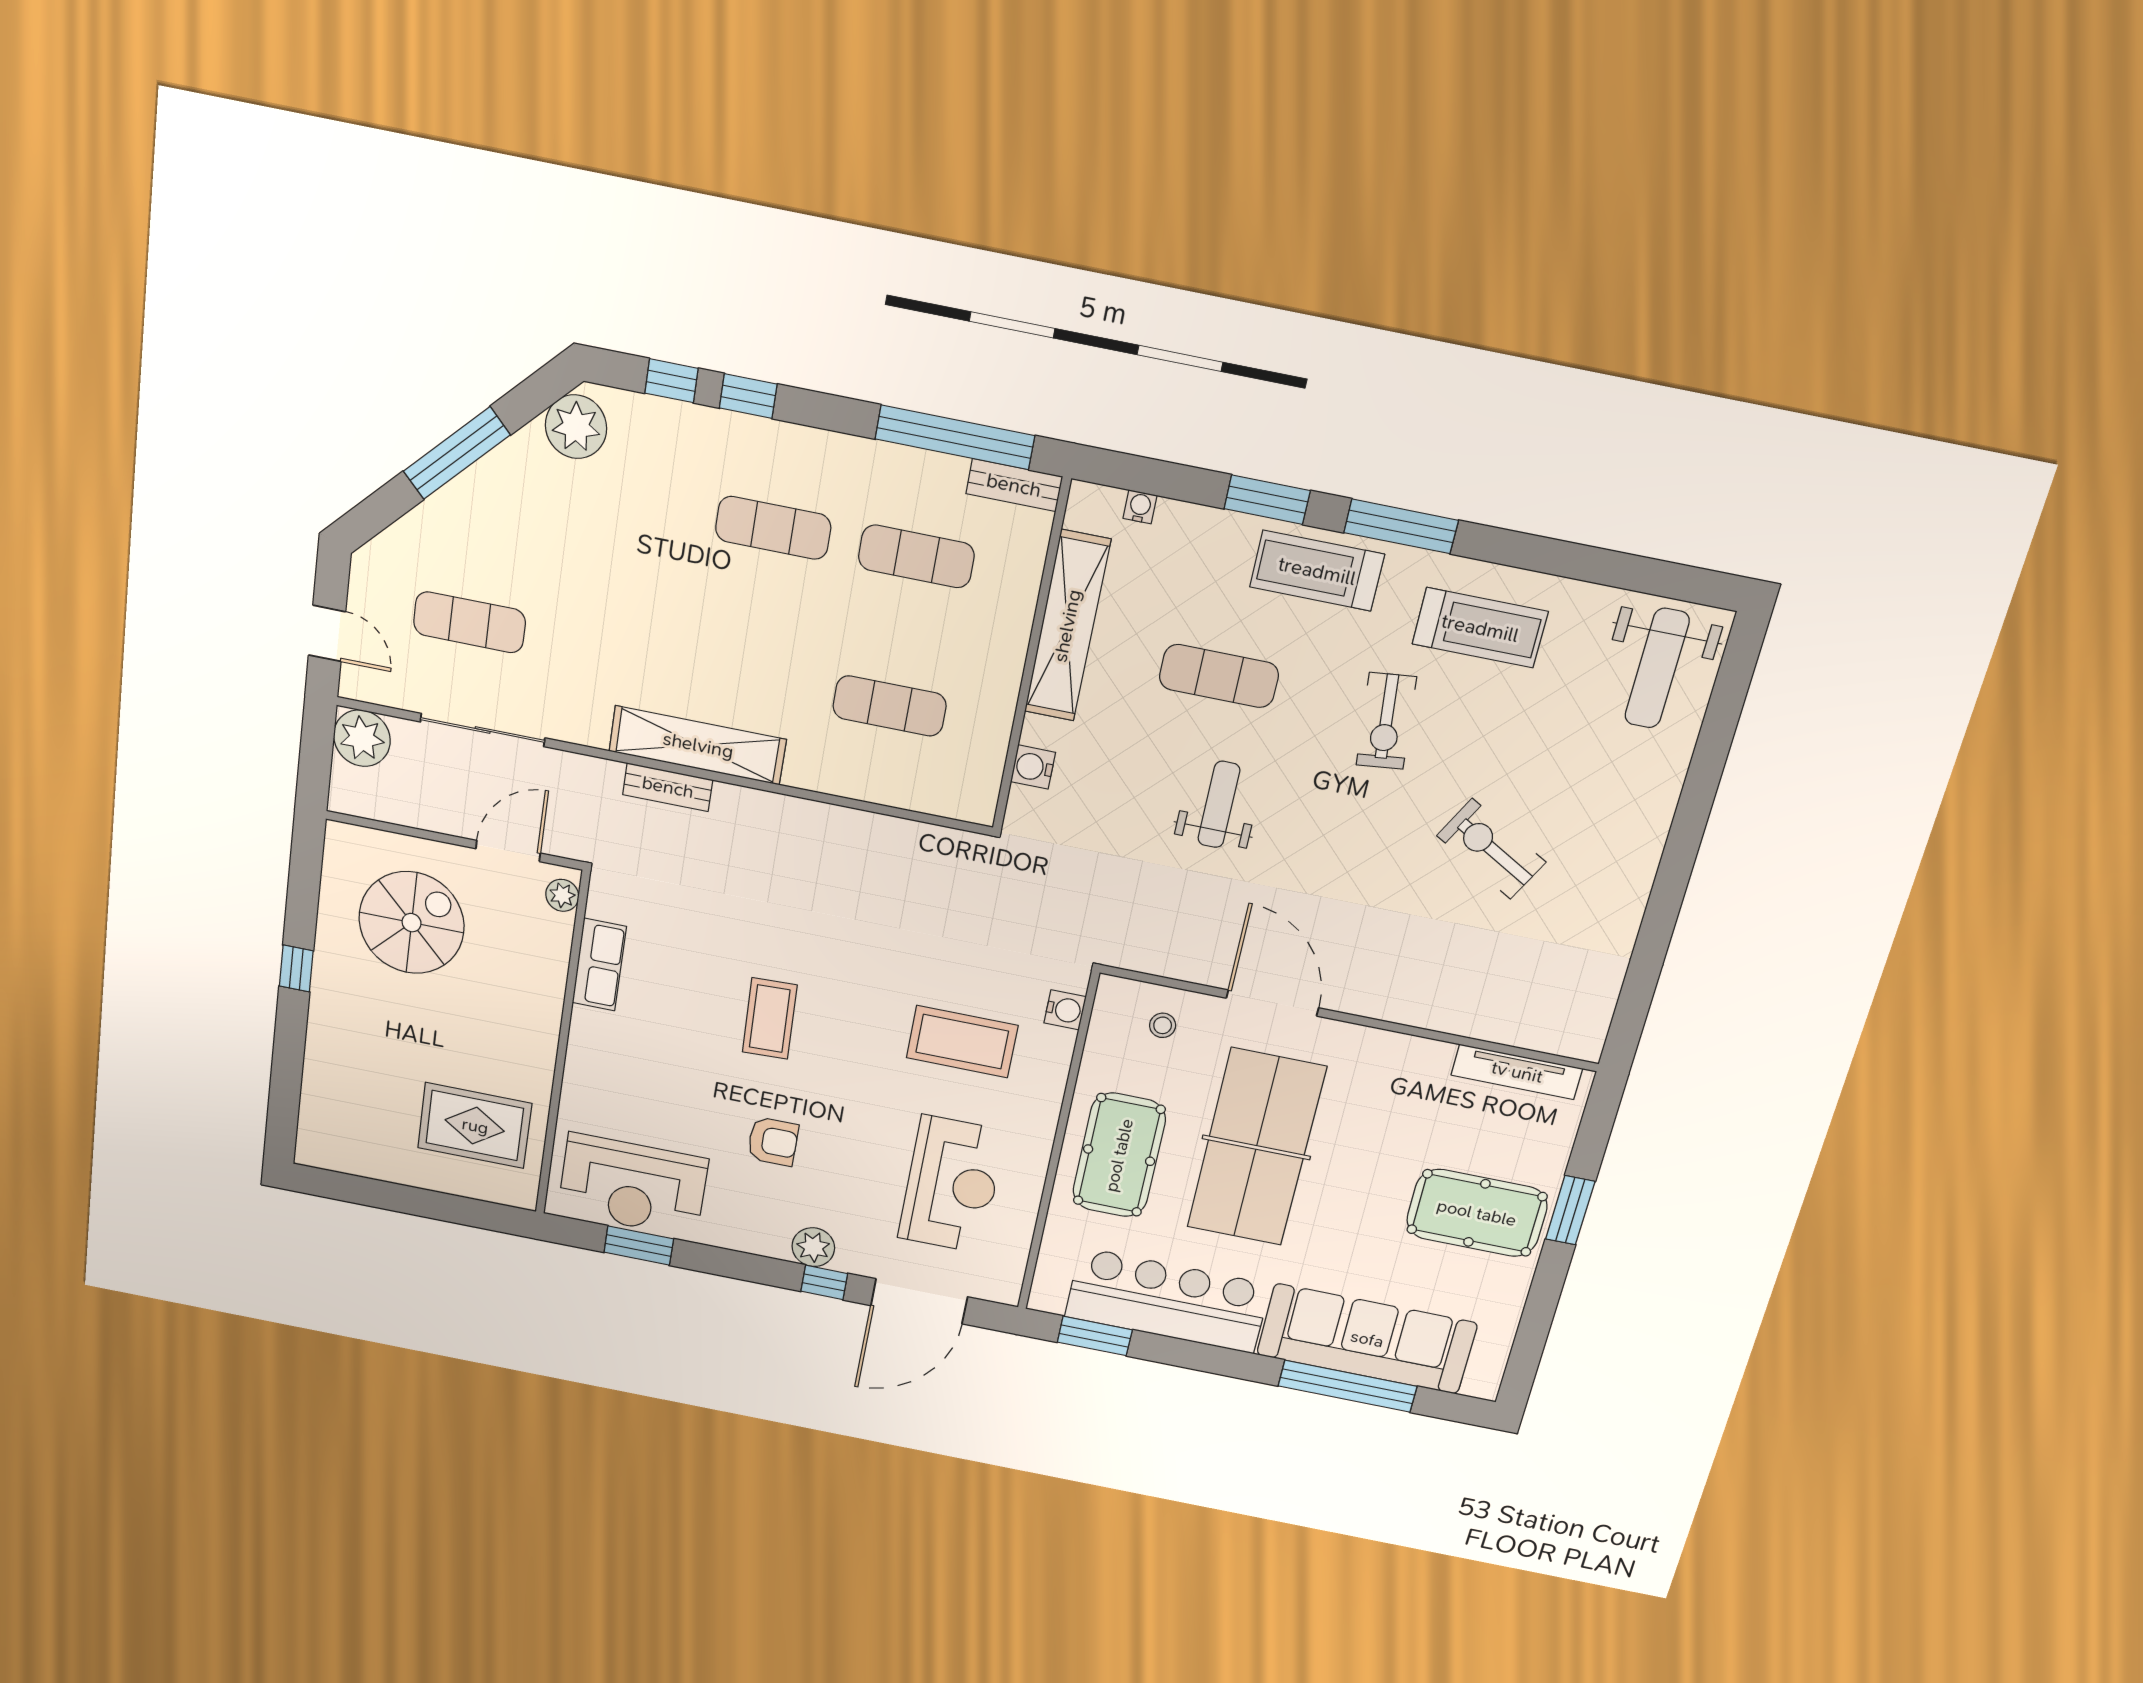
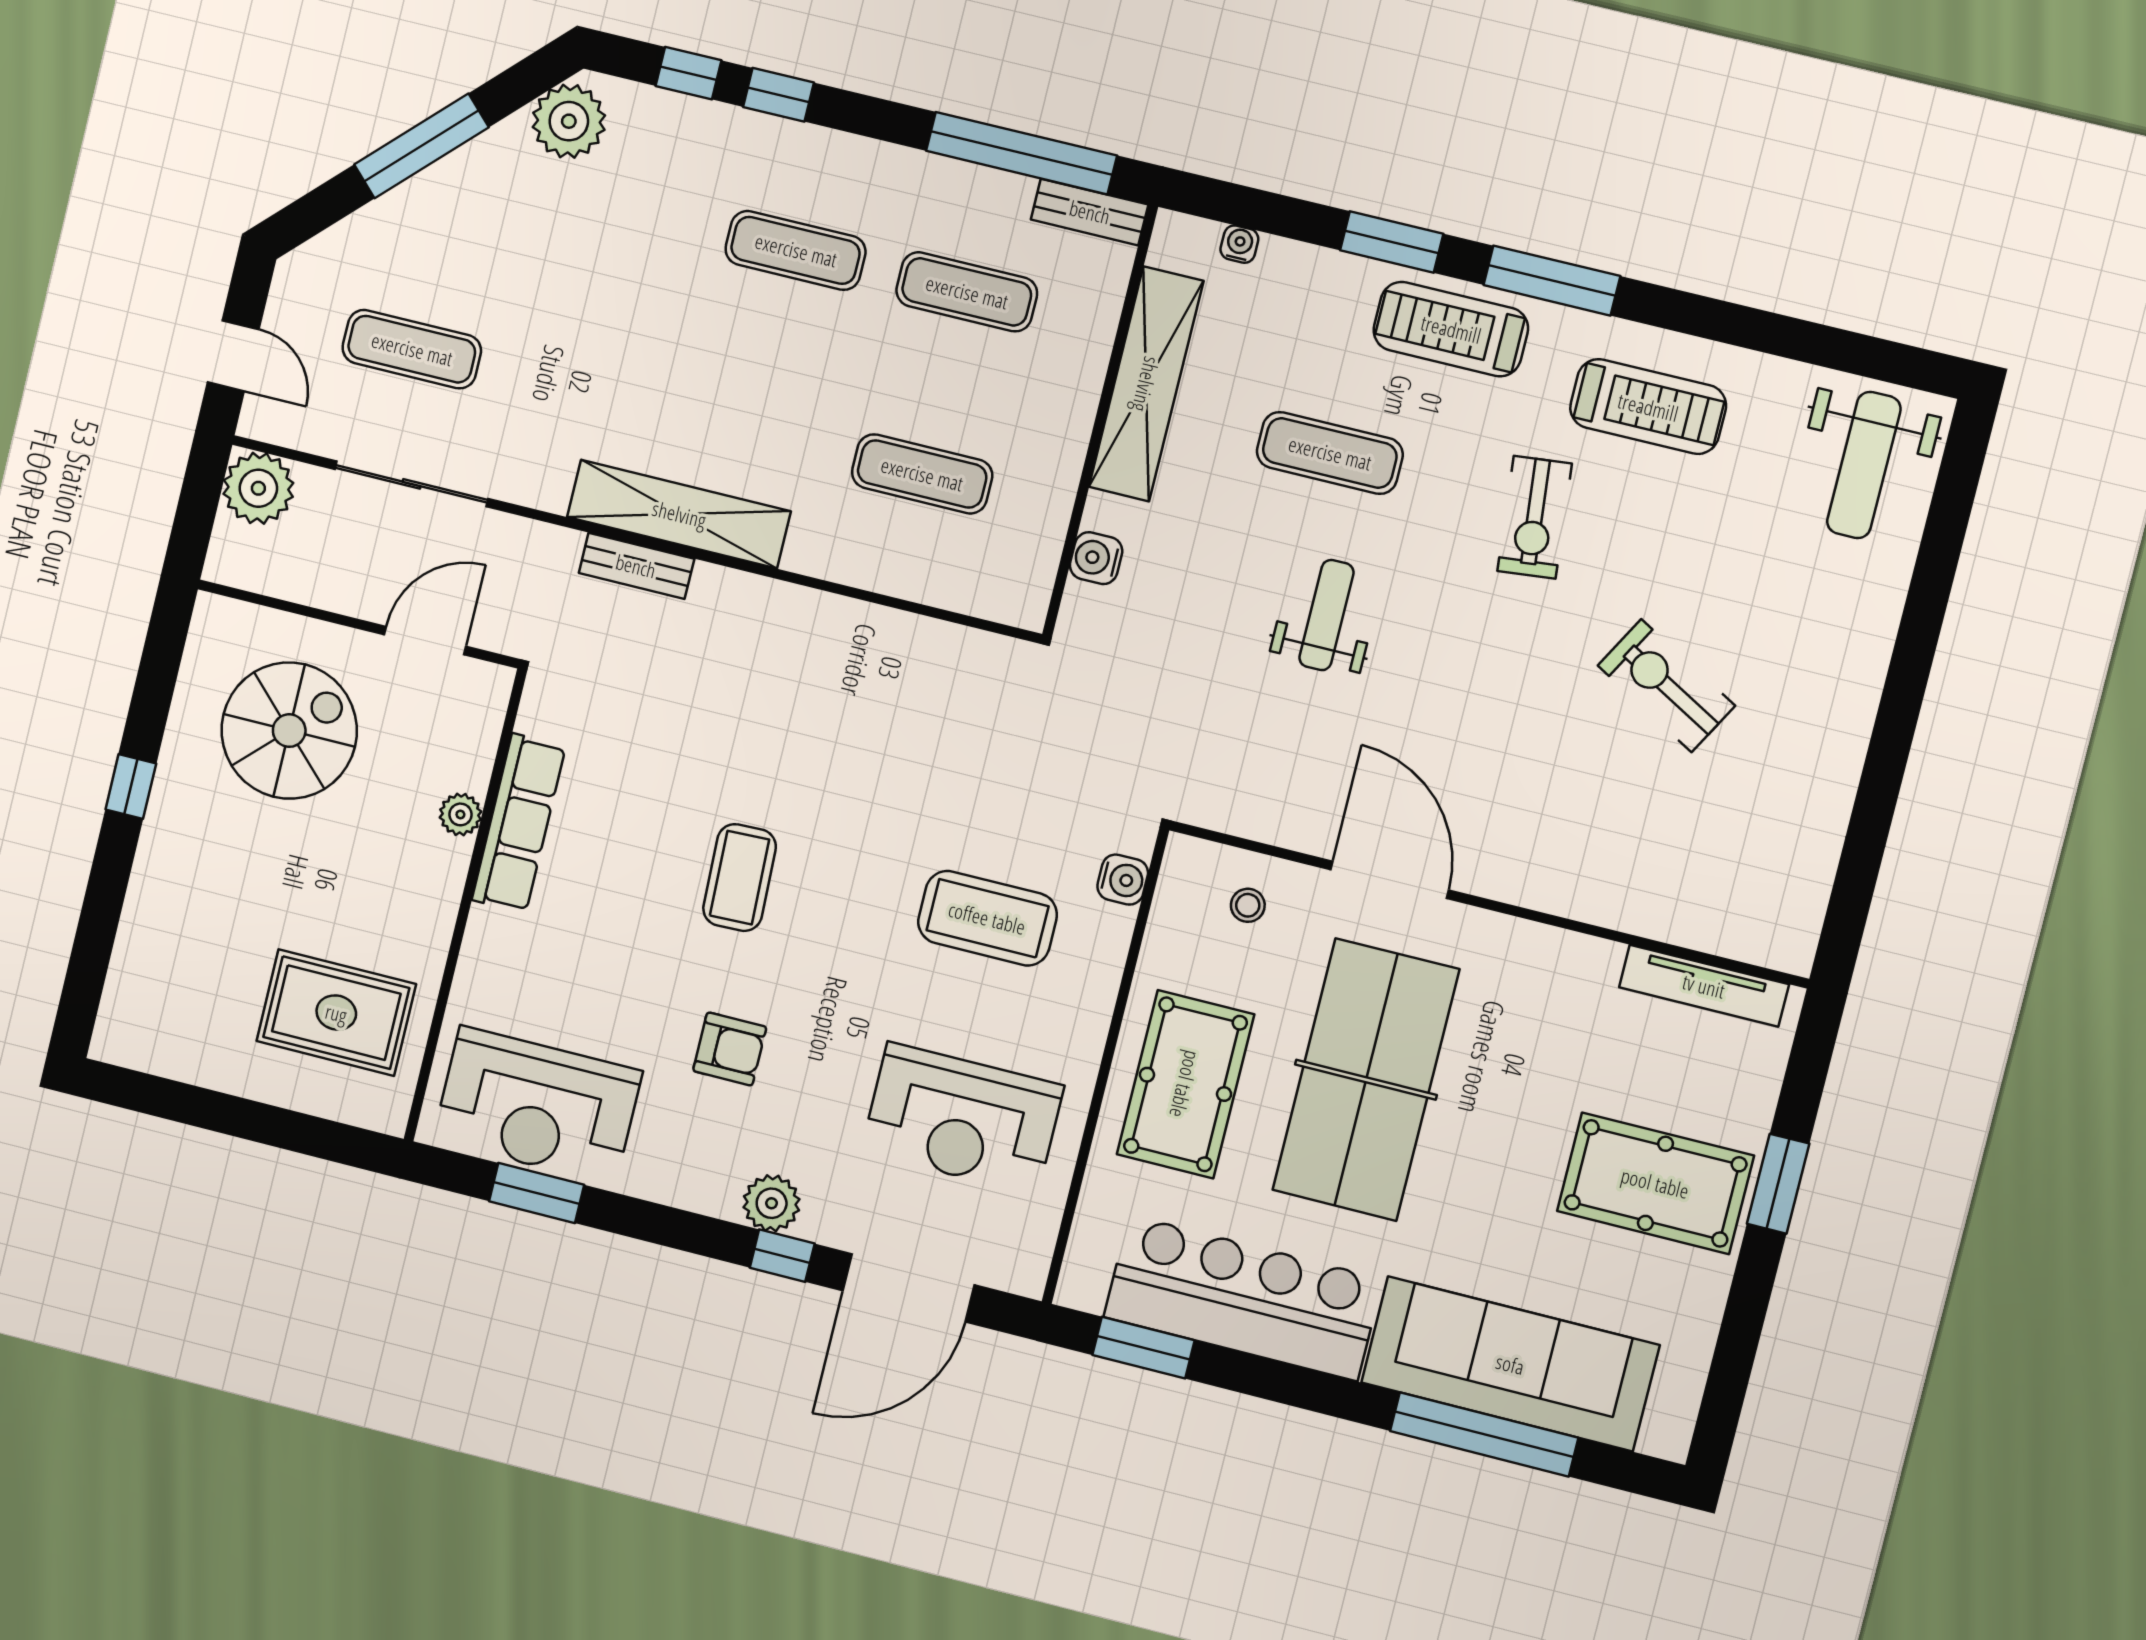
plant: (562, 895) -> (460, 814), moved
row of seats: (599, 965) -> (519, 823), width x1.48
reception desk: (952, 1184) -> (962, 1119), turned 90

